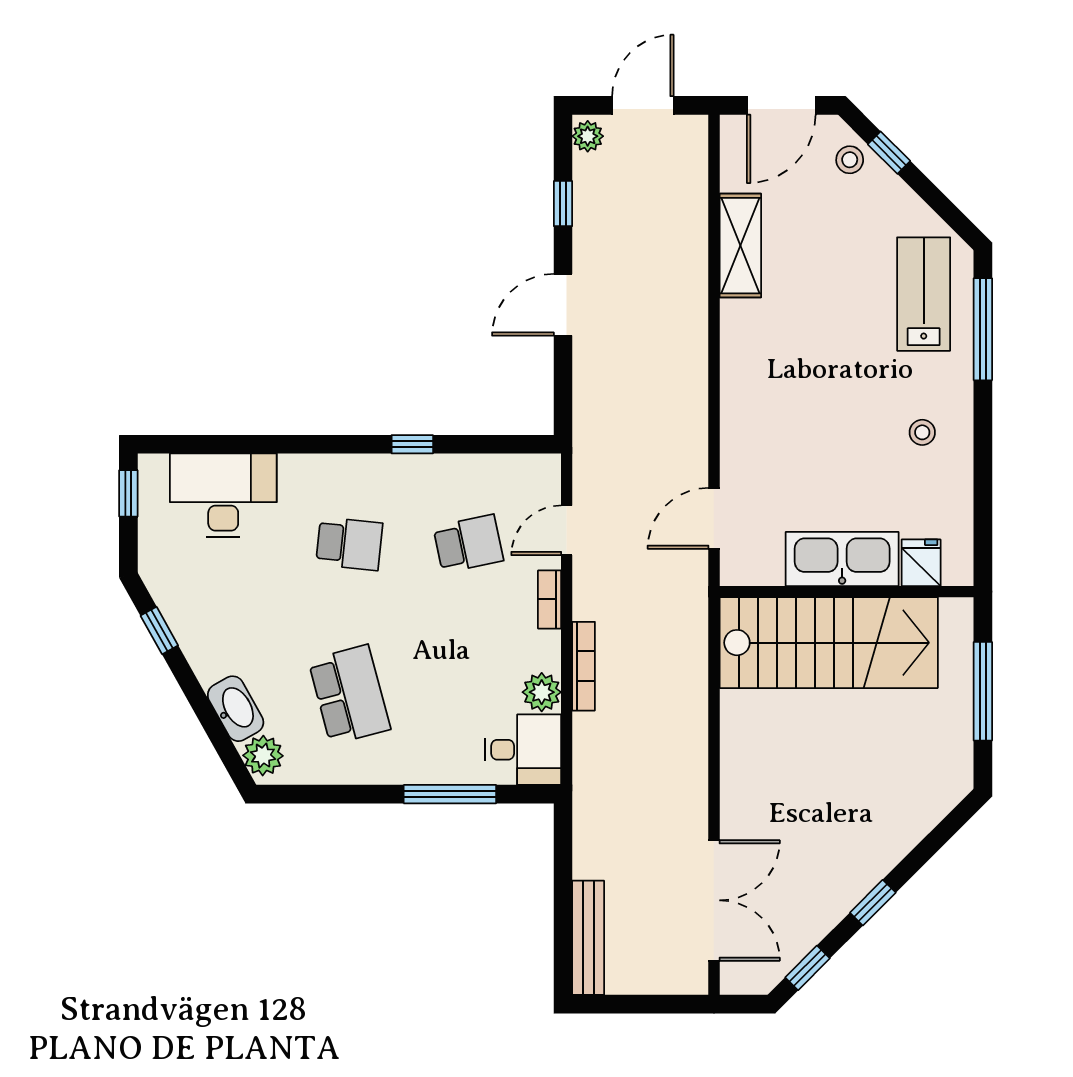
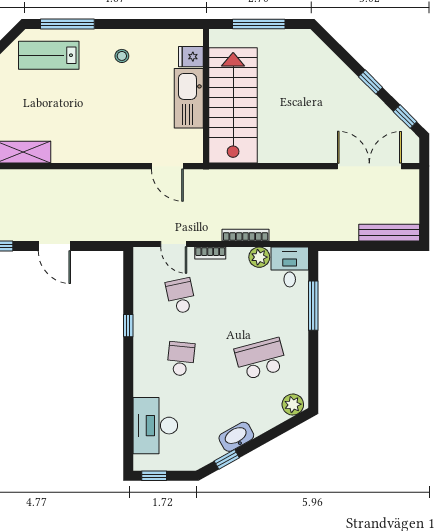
washbasin: (236, 709) -> (236, 437), moved

